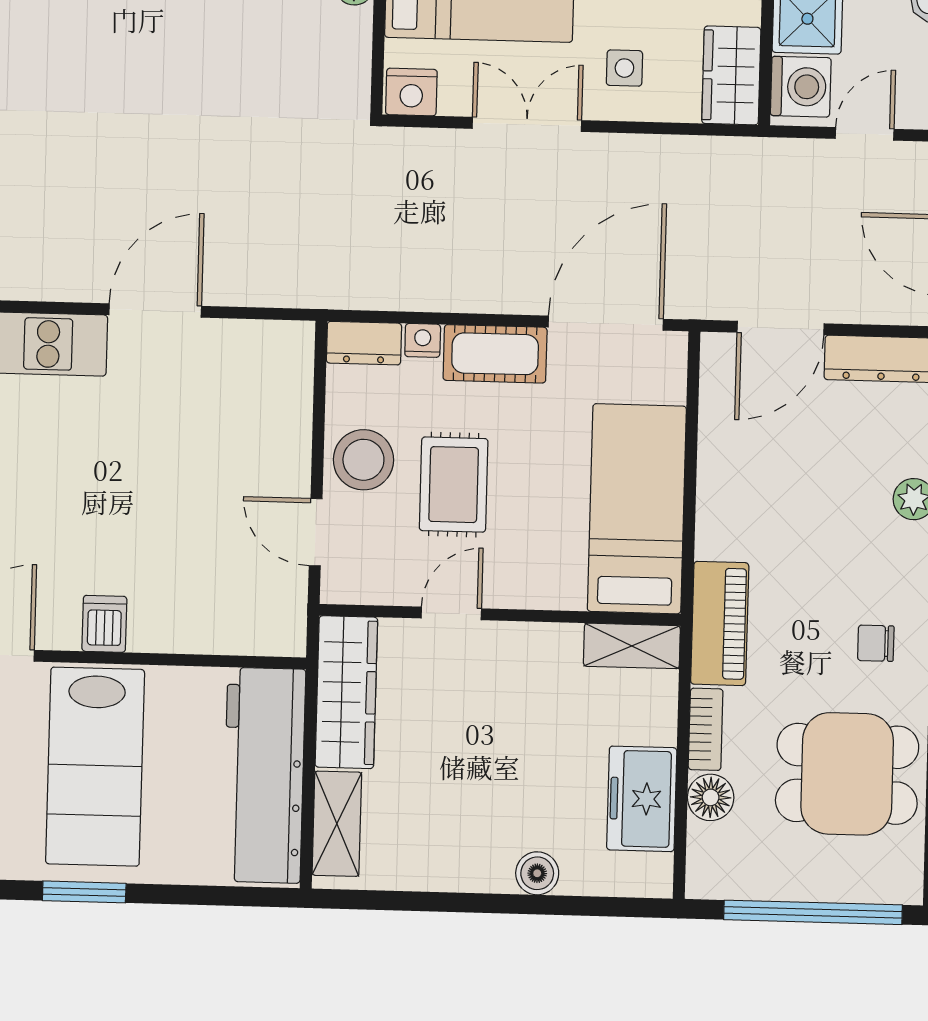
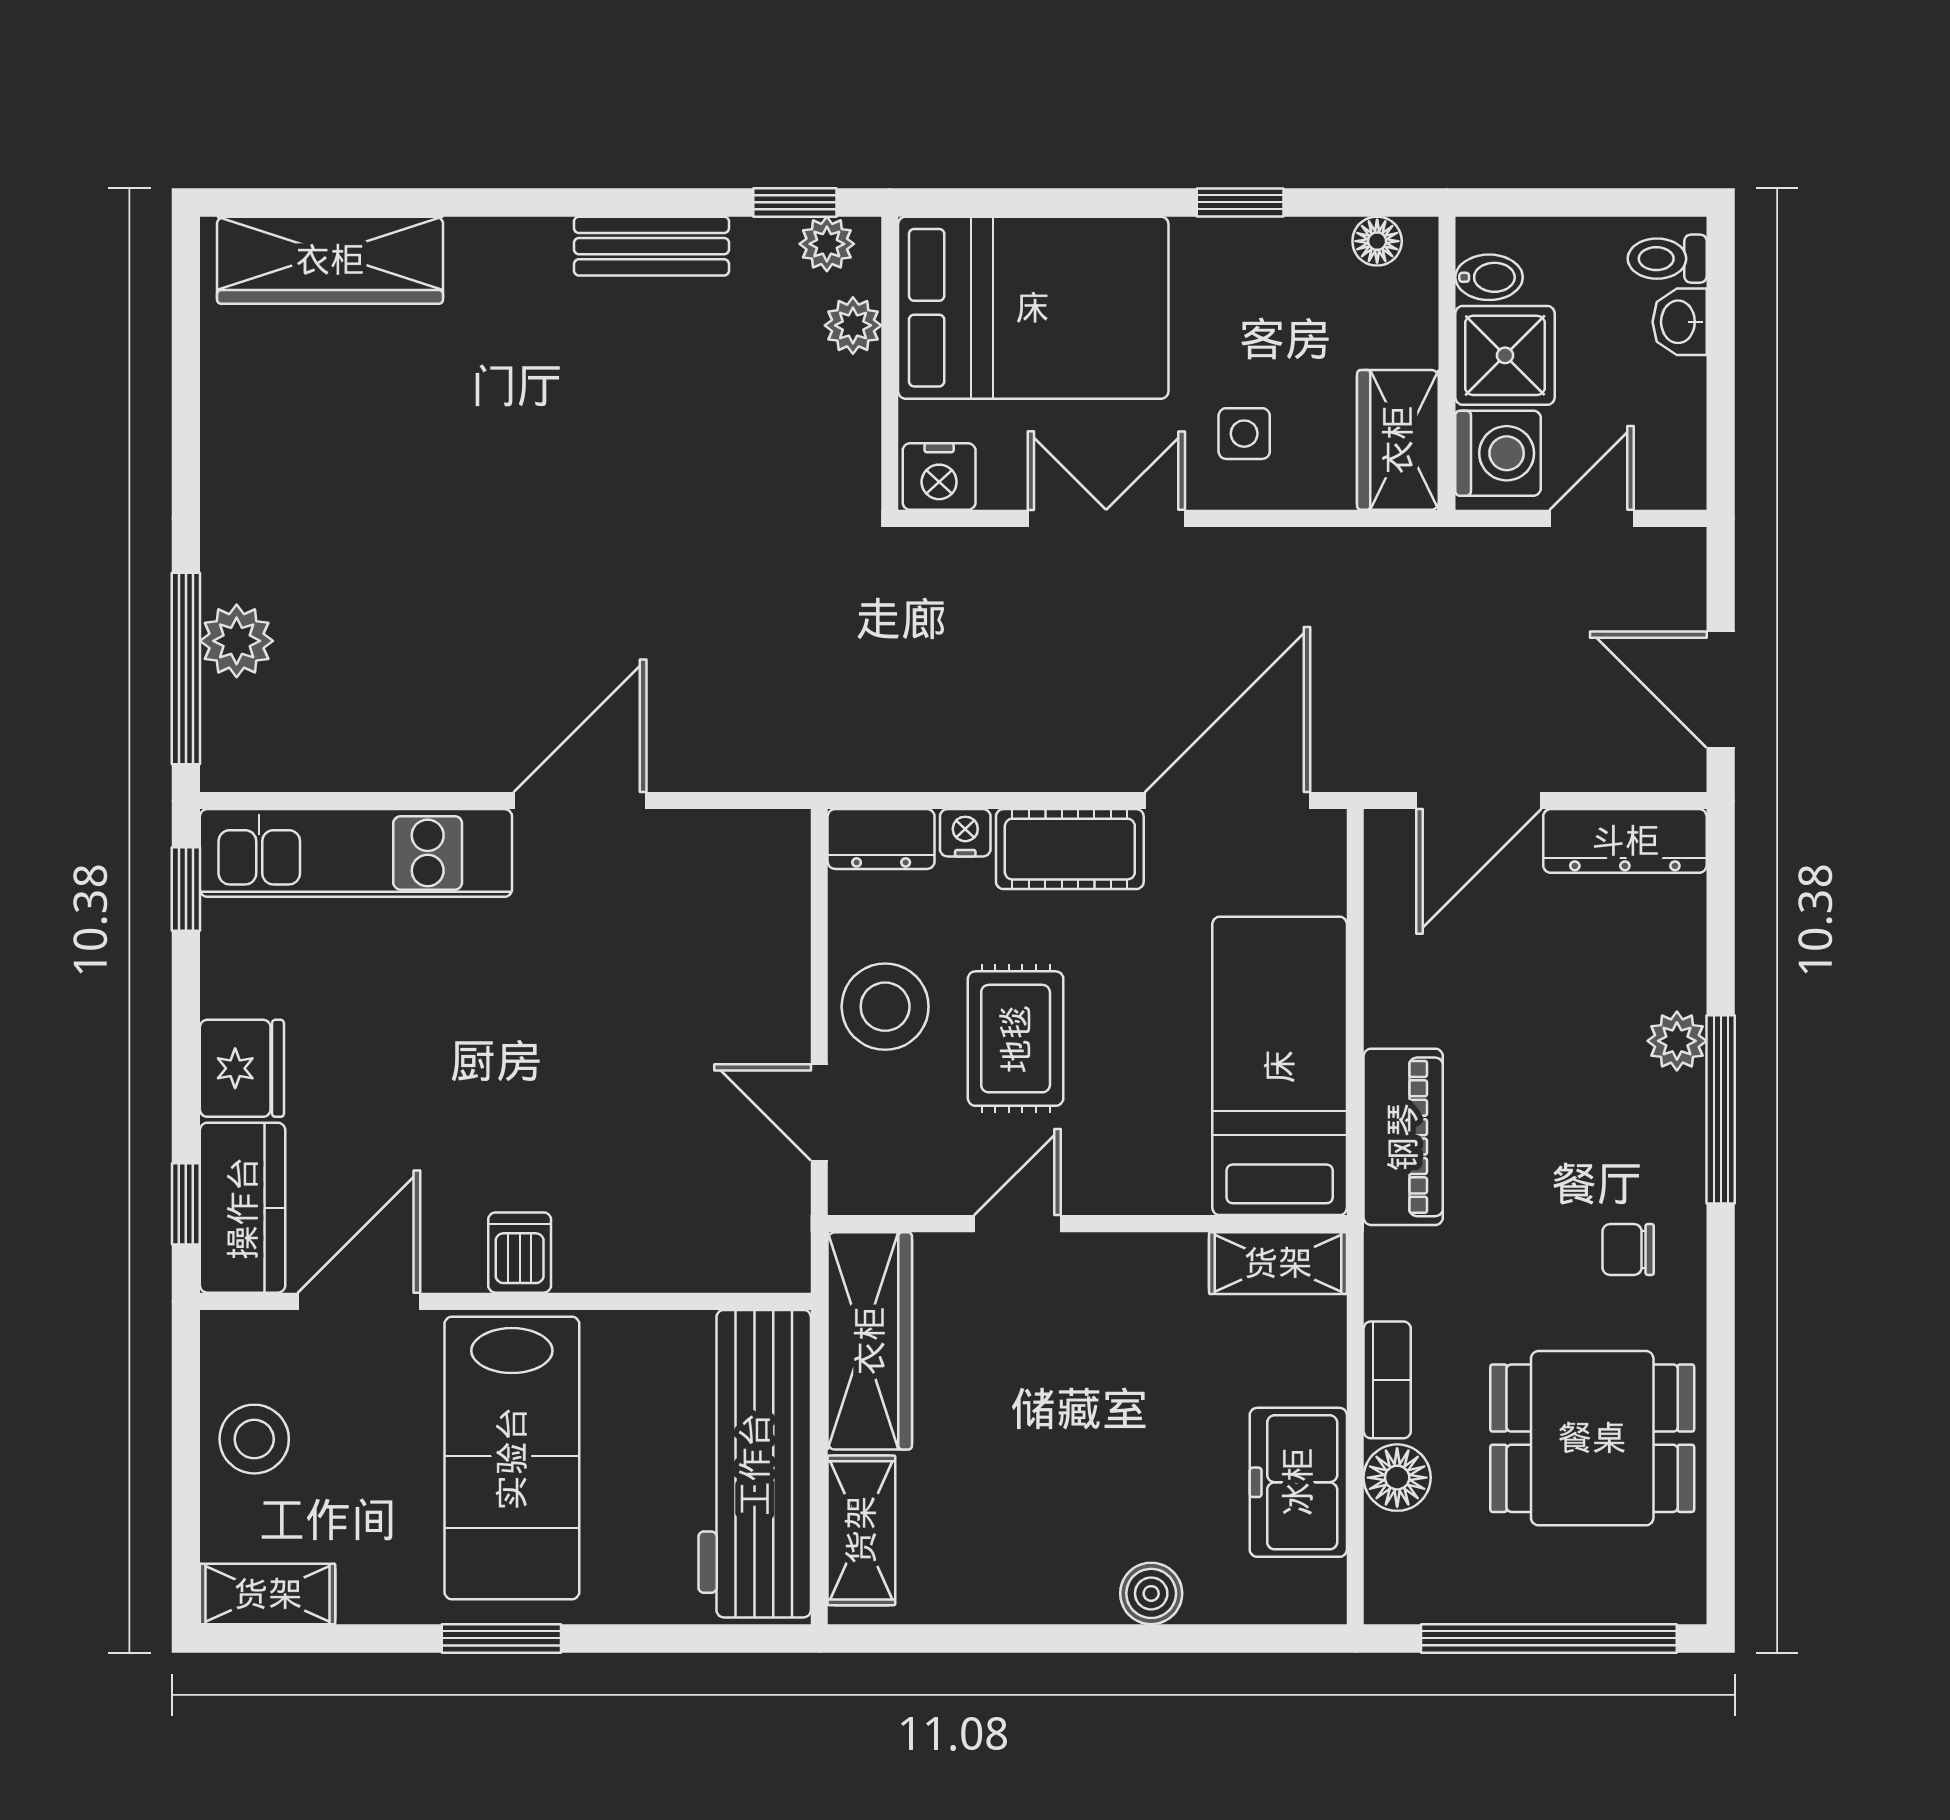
piano: (720, 623) -> (1403, 1137), moved

